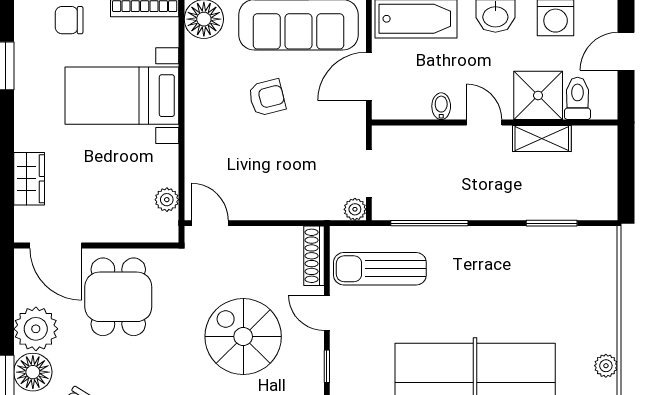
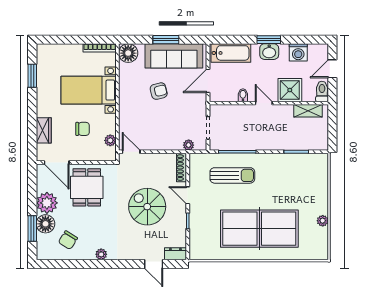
chair: (69, 20) -> (83, 129), moved, turned 180
toilet: (578, 98) -> (322, 91), moved
shelving: (542, 138) -> (308, 111), moved
plant: (355, 209) -> (189, 145), moved
sun lounger: (380, 269) -> (232, 175), moved, turned 180

